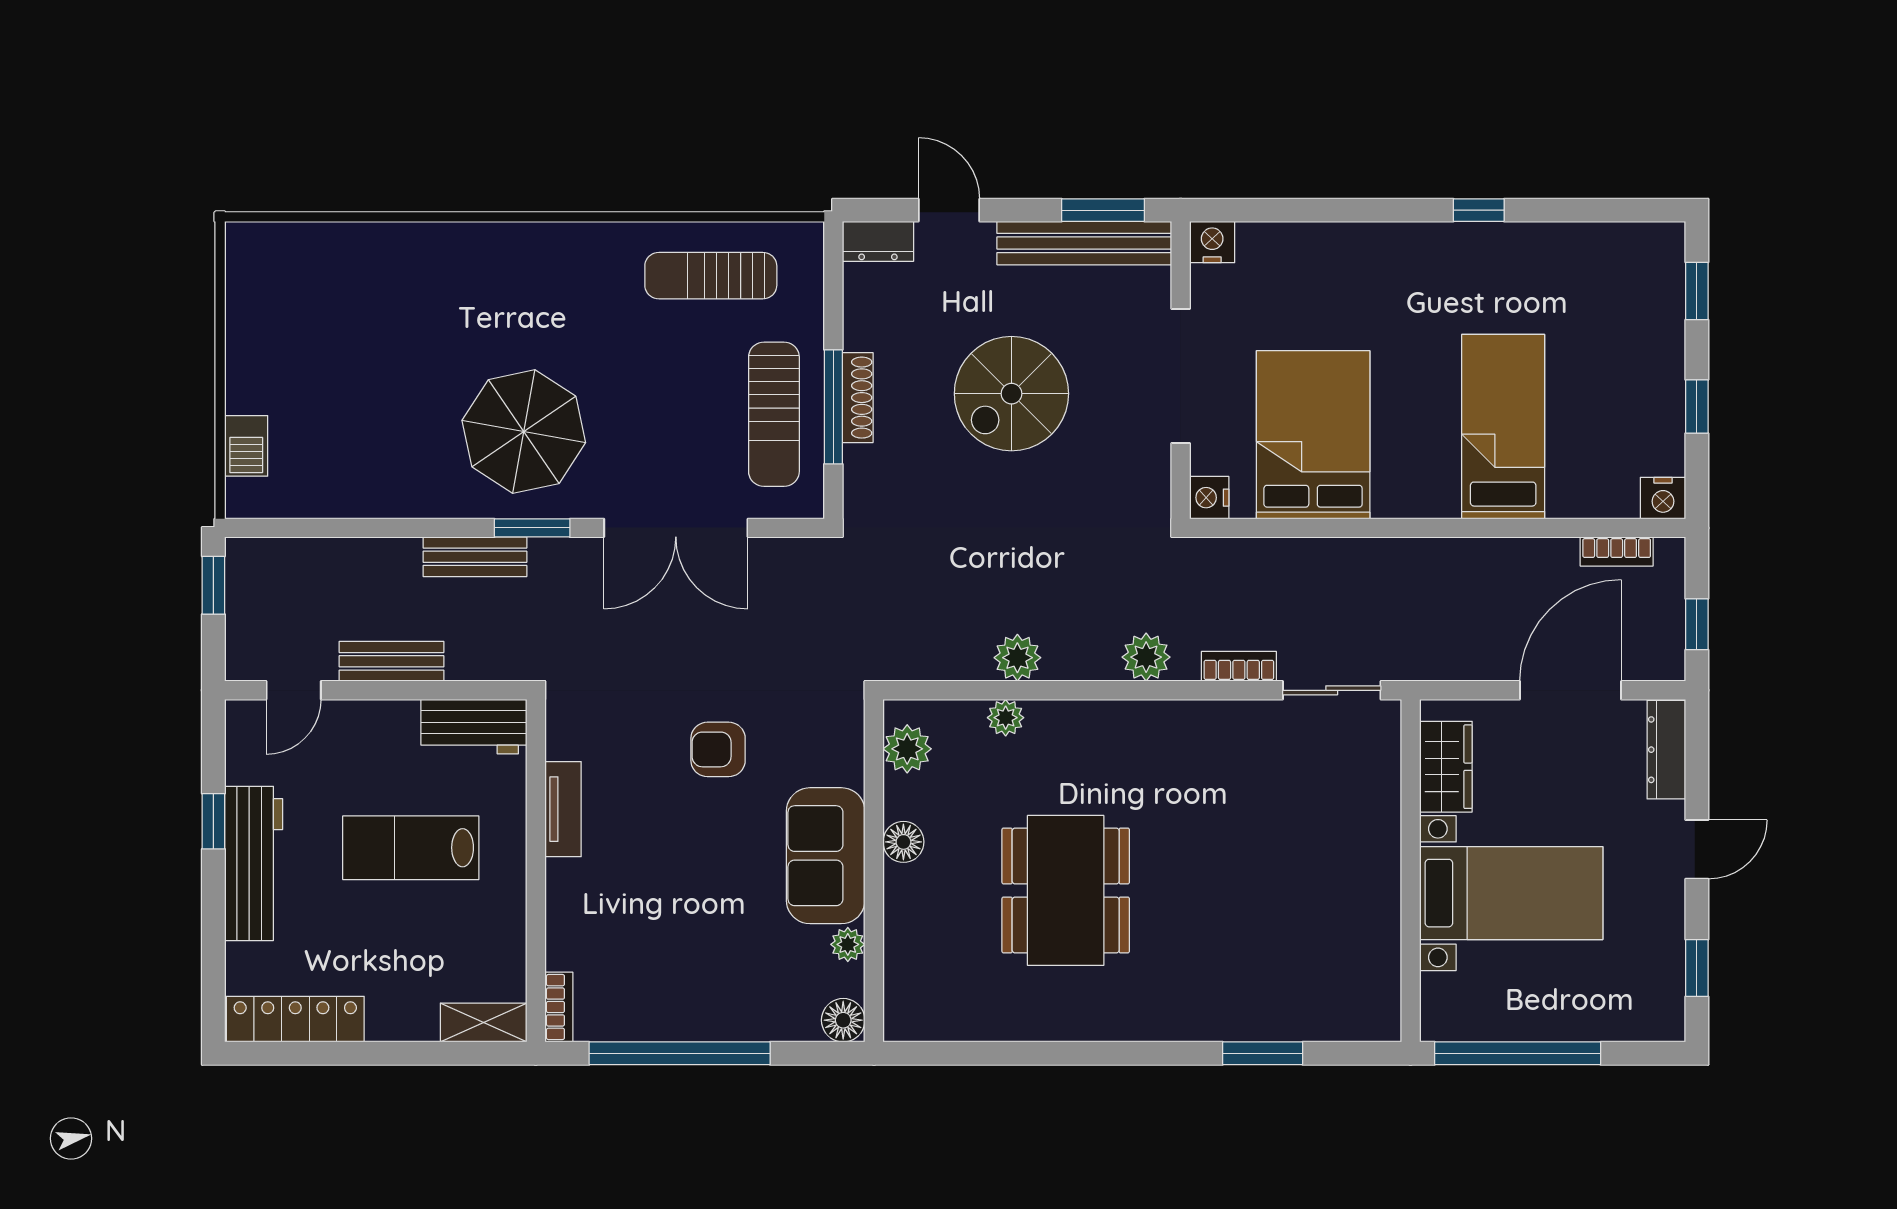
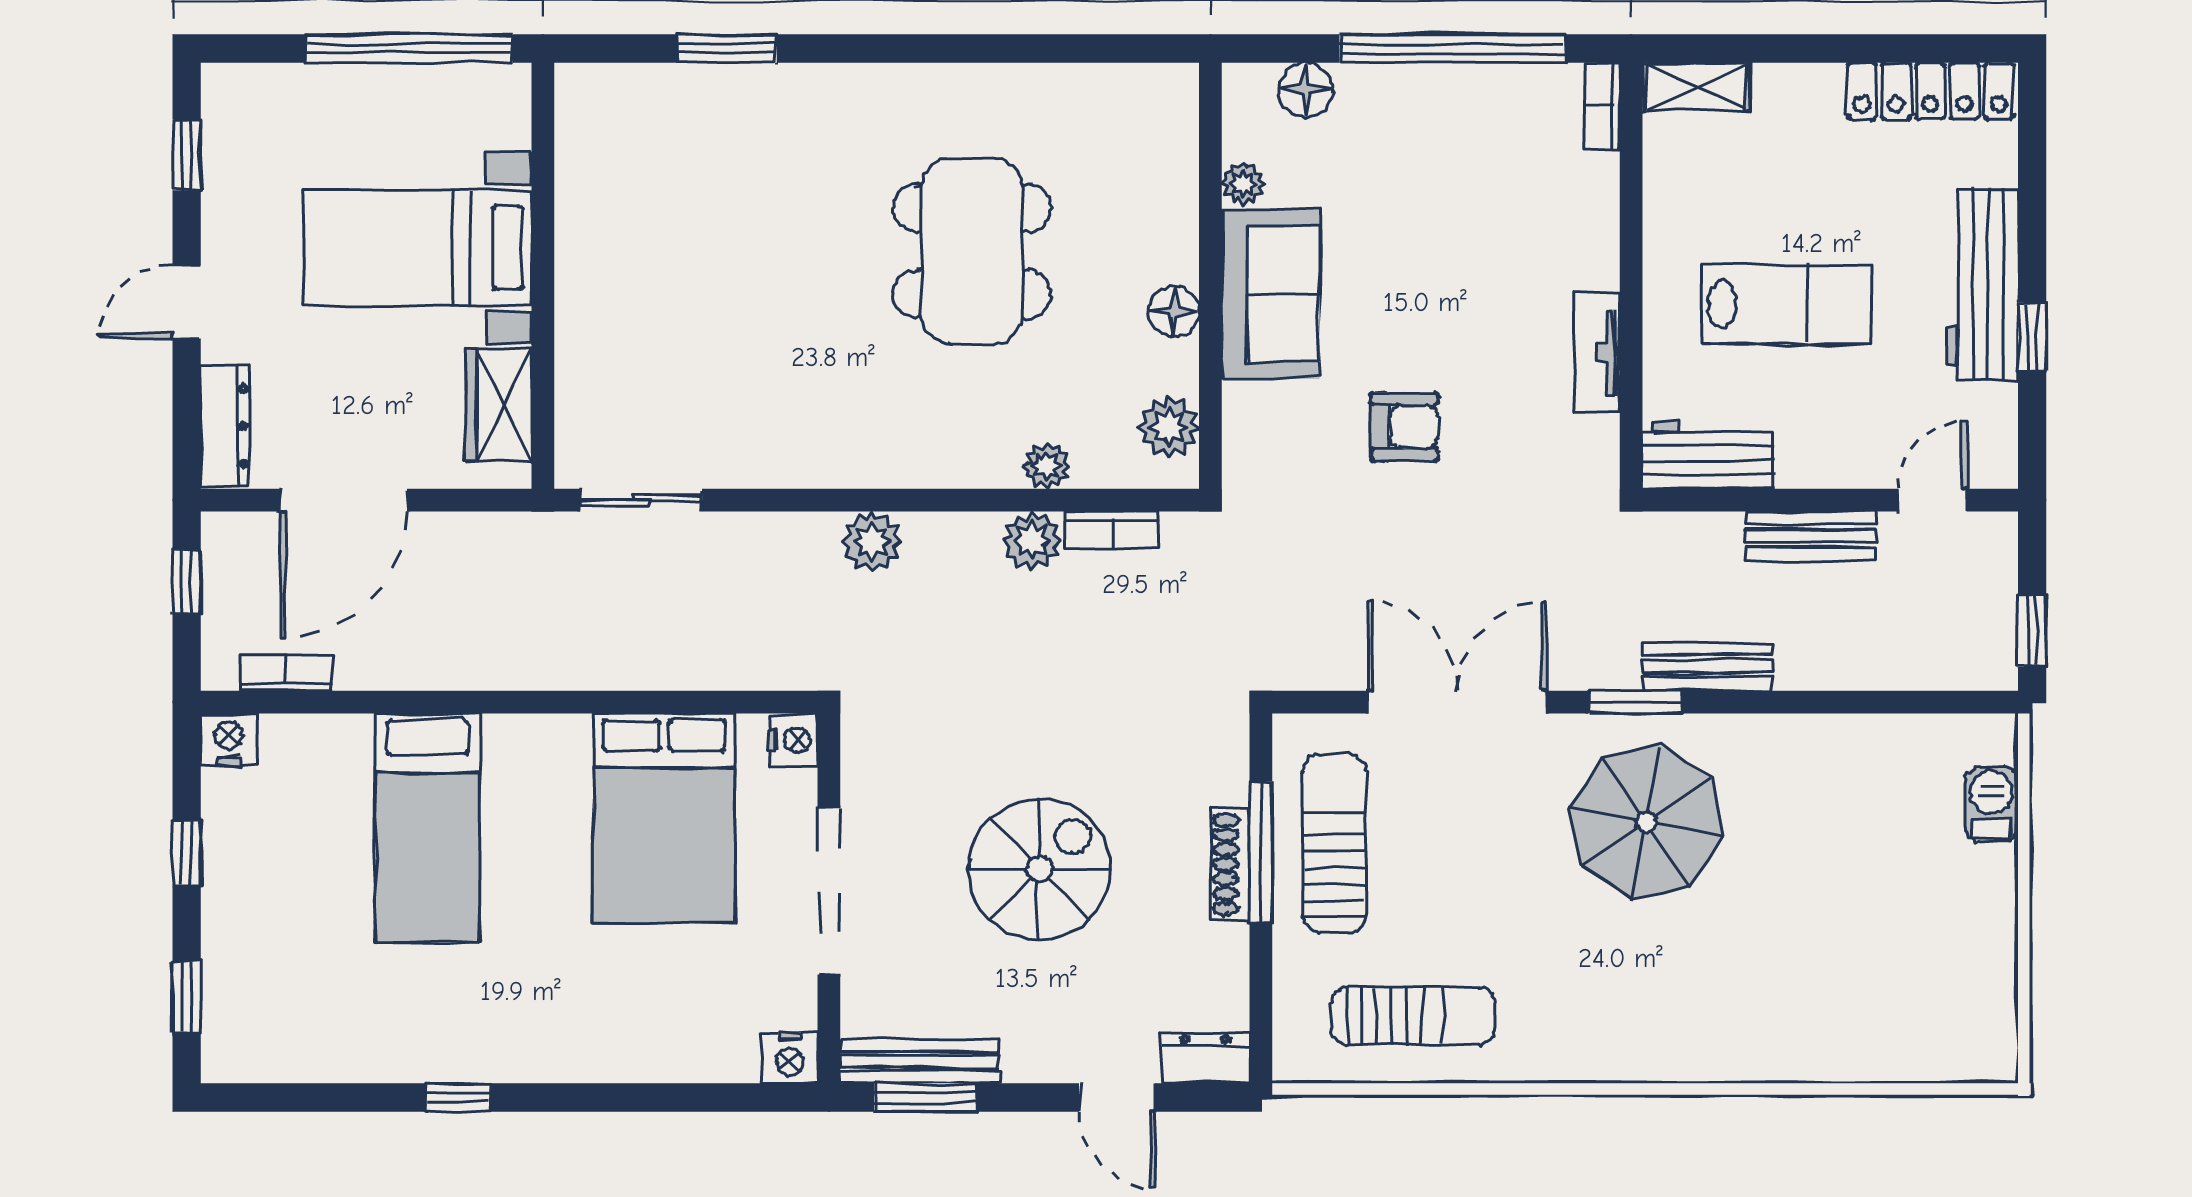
bench: (1084, 243) -> (920, 1061), width x0.73, depth x0.82
bookcase: (1239, 666) -> (1112, 530), moved
floor lamp: (843, 1020) -> (1306, 90), moved

